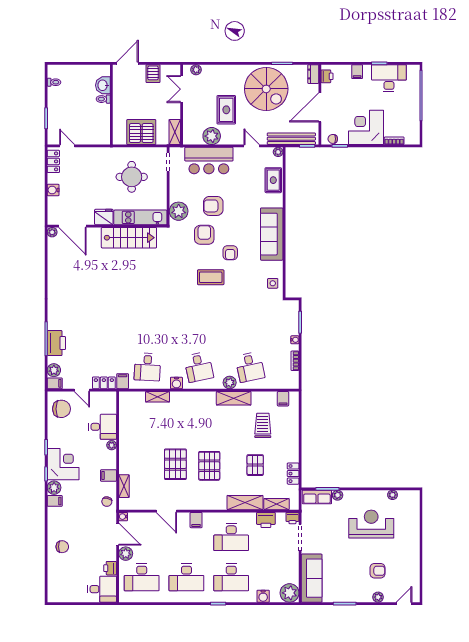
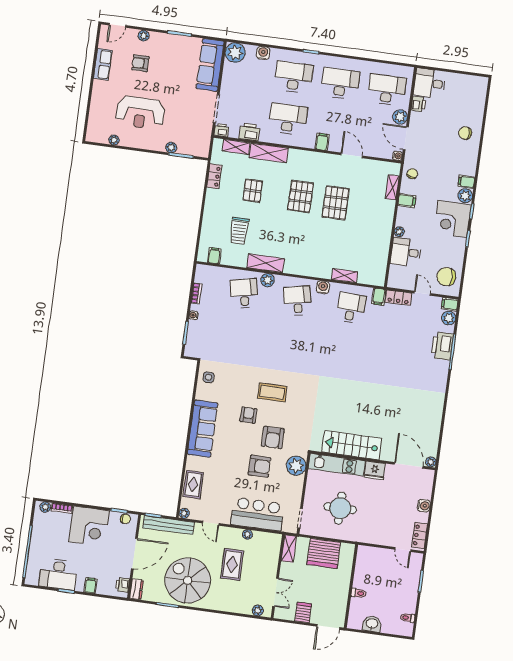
washbasin: (103, 85) -> (372, 624), moved, turned -90
plant: (212, 136) -> (247, 534), width x0.53, depth x0.53
plant: (410, 140) -> (45, 507), added
row of seats: (317, 497) -> (103, 64), moved, turned 90

